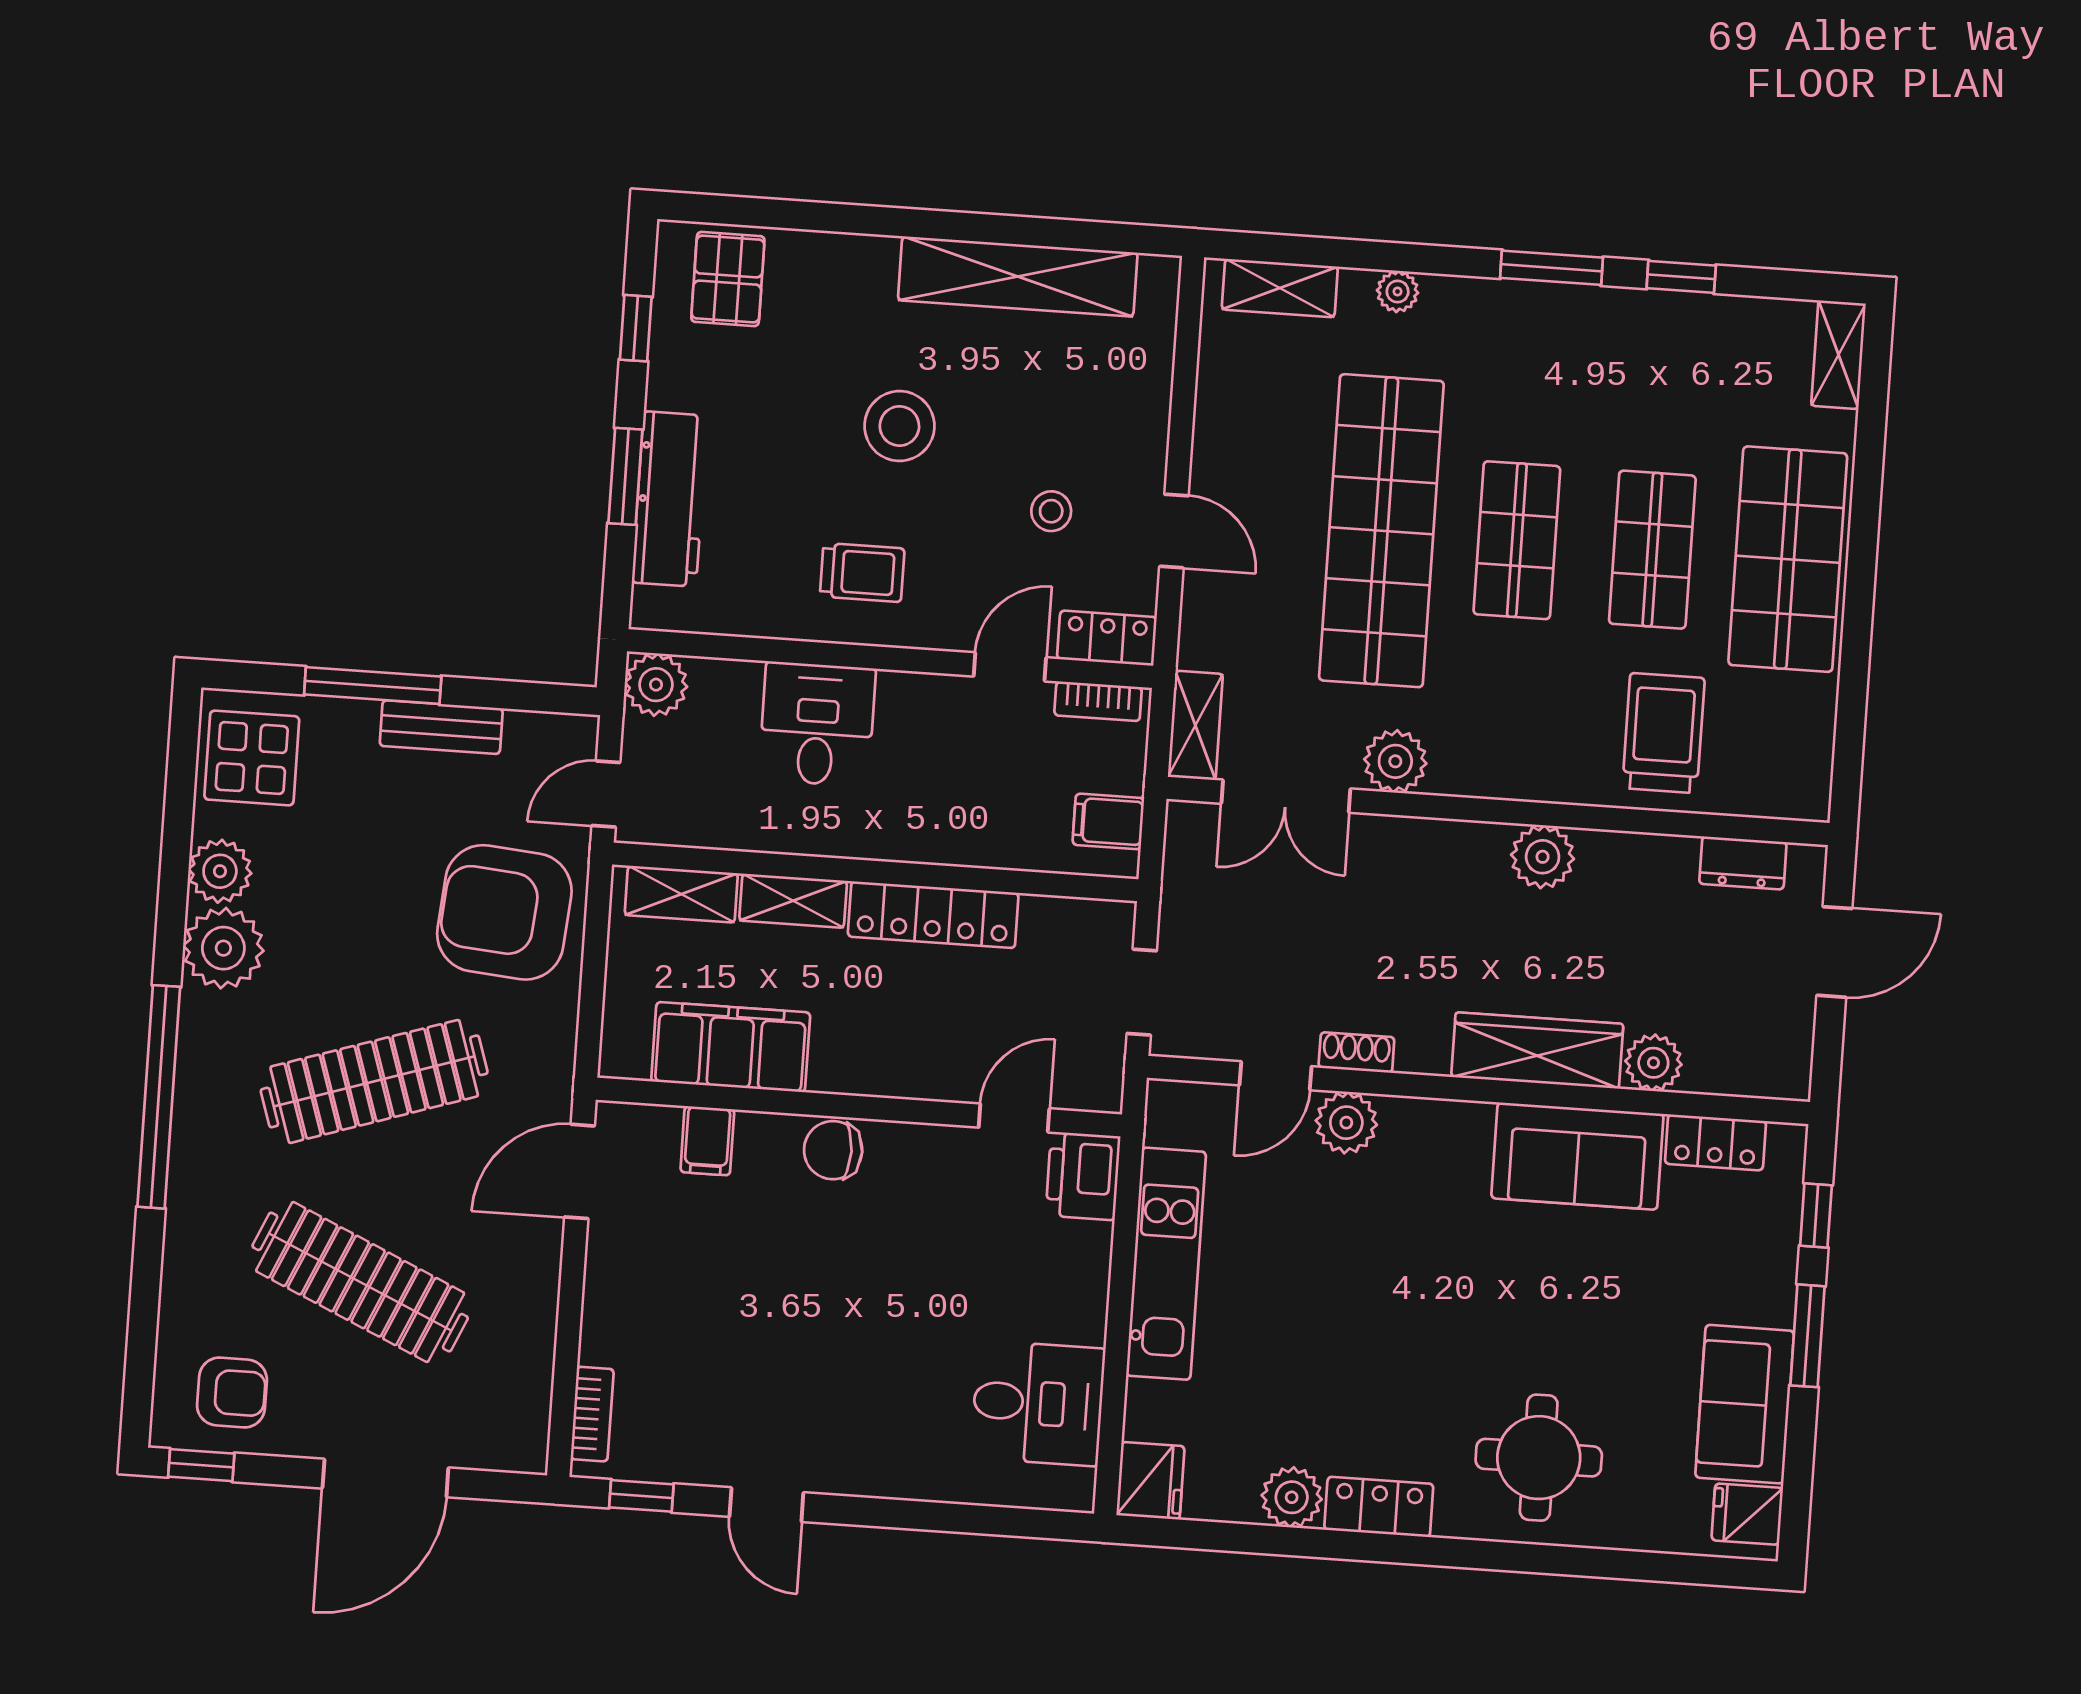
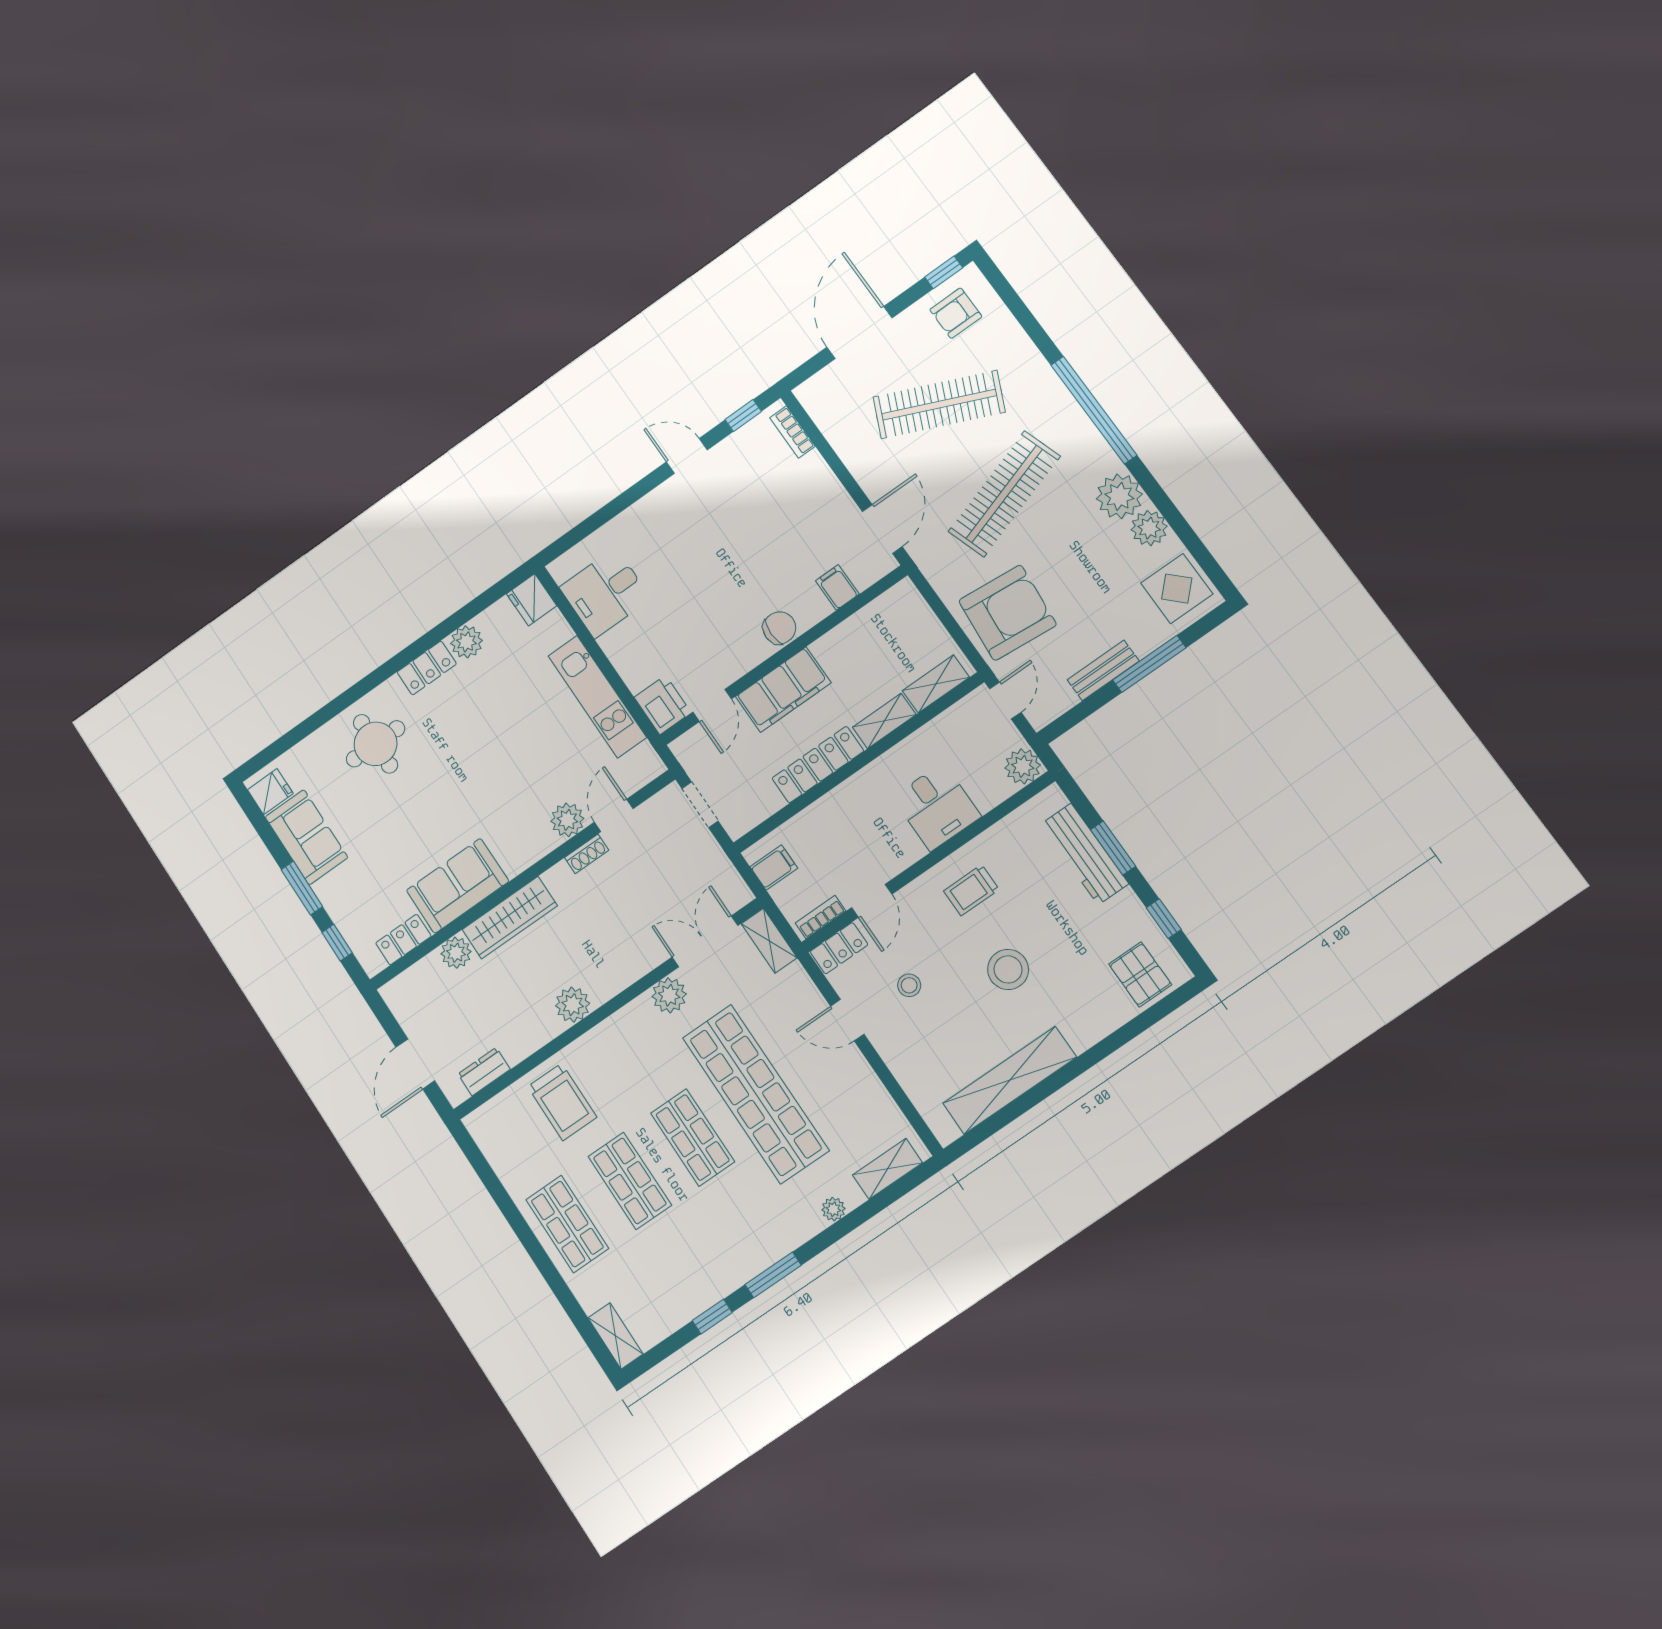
shop shelf: (1788, 559) -> (567, 1224), width x0.70, depth x0.74
filing cabinet: (731, 1047) -> (783, 690), moved

